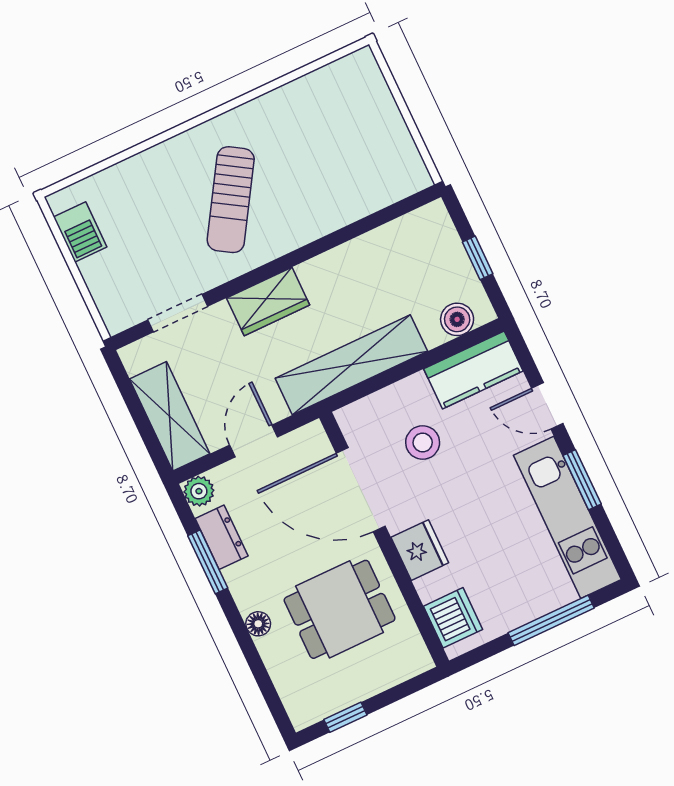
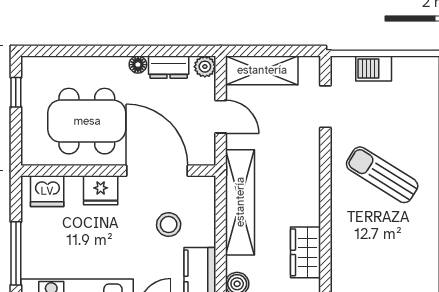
barbecue: (80, 232) -> (374, 69), moved
wardrobe: (268, 302) -> (306, 252), moved
door: (361, 490) -> (157, 171), hinge flipped
window: (208, 562) -> (157, 51), removed
dining table: (340, 609) -> (87, 121), width x1.38
floor lamp: (258, 624) -> (138, 65), moved

